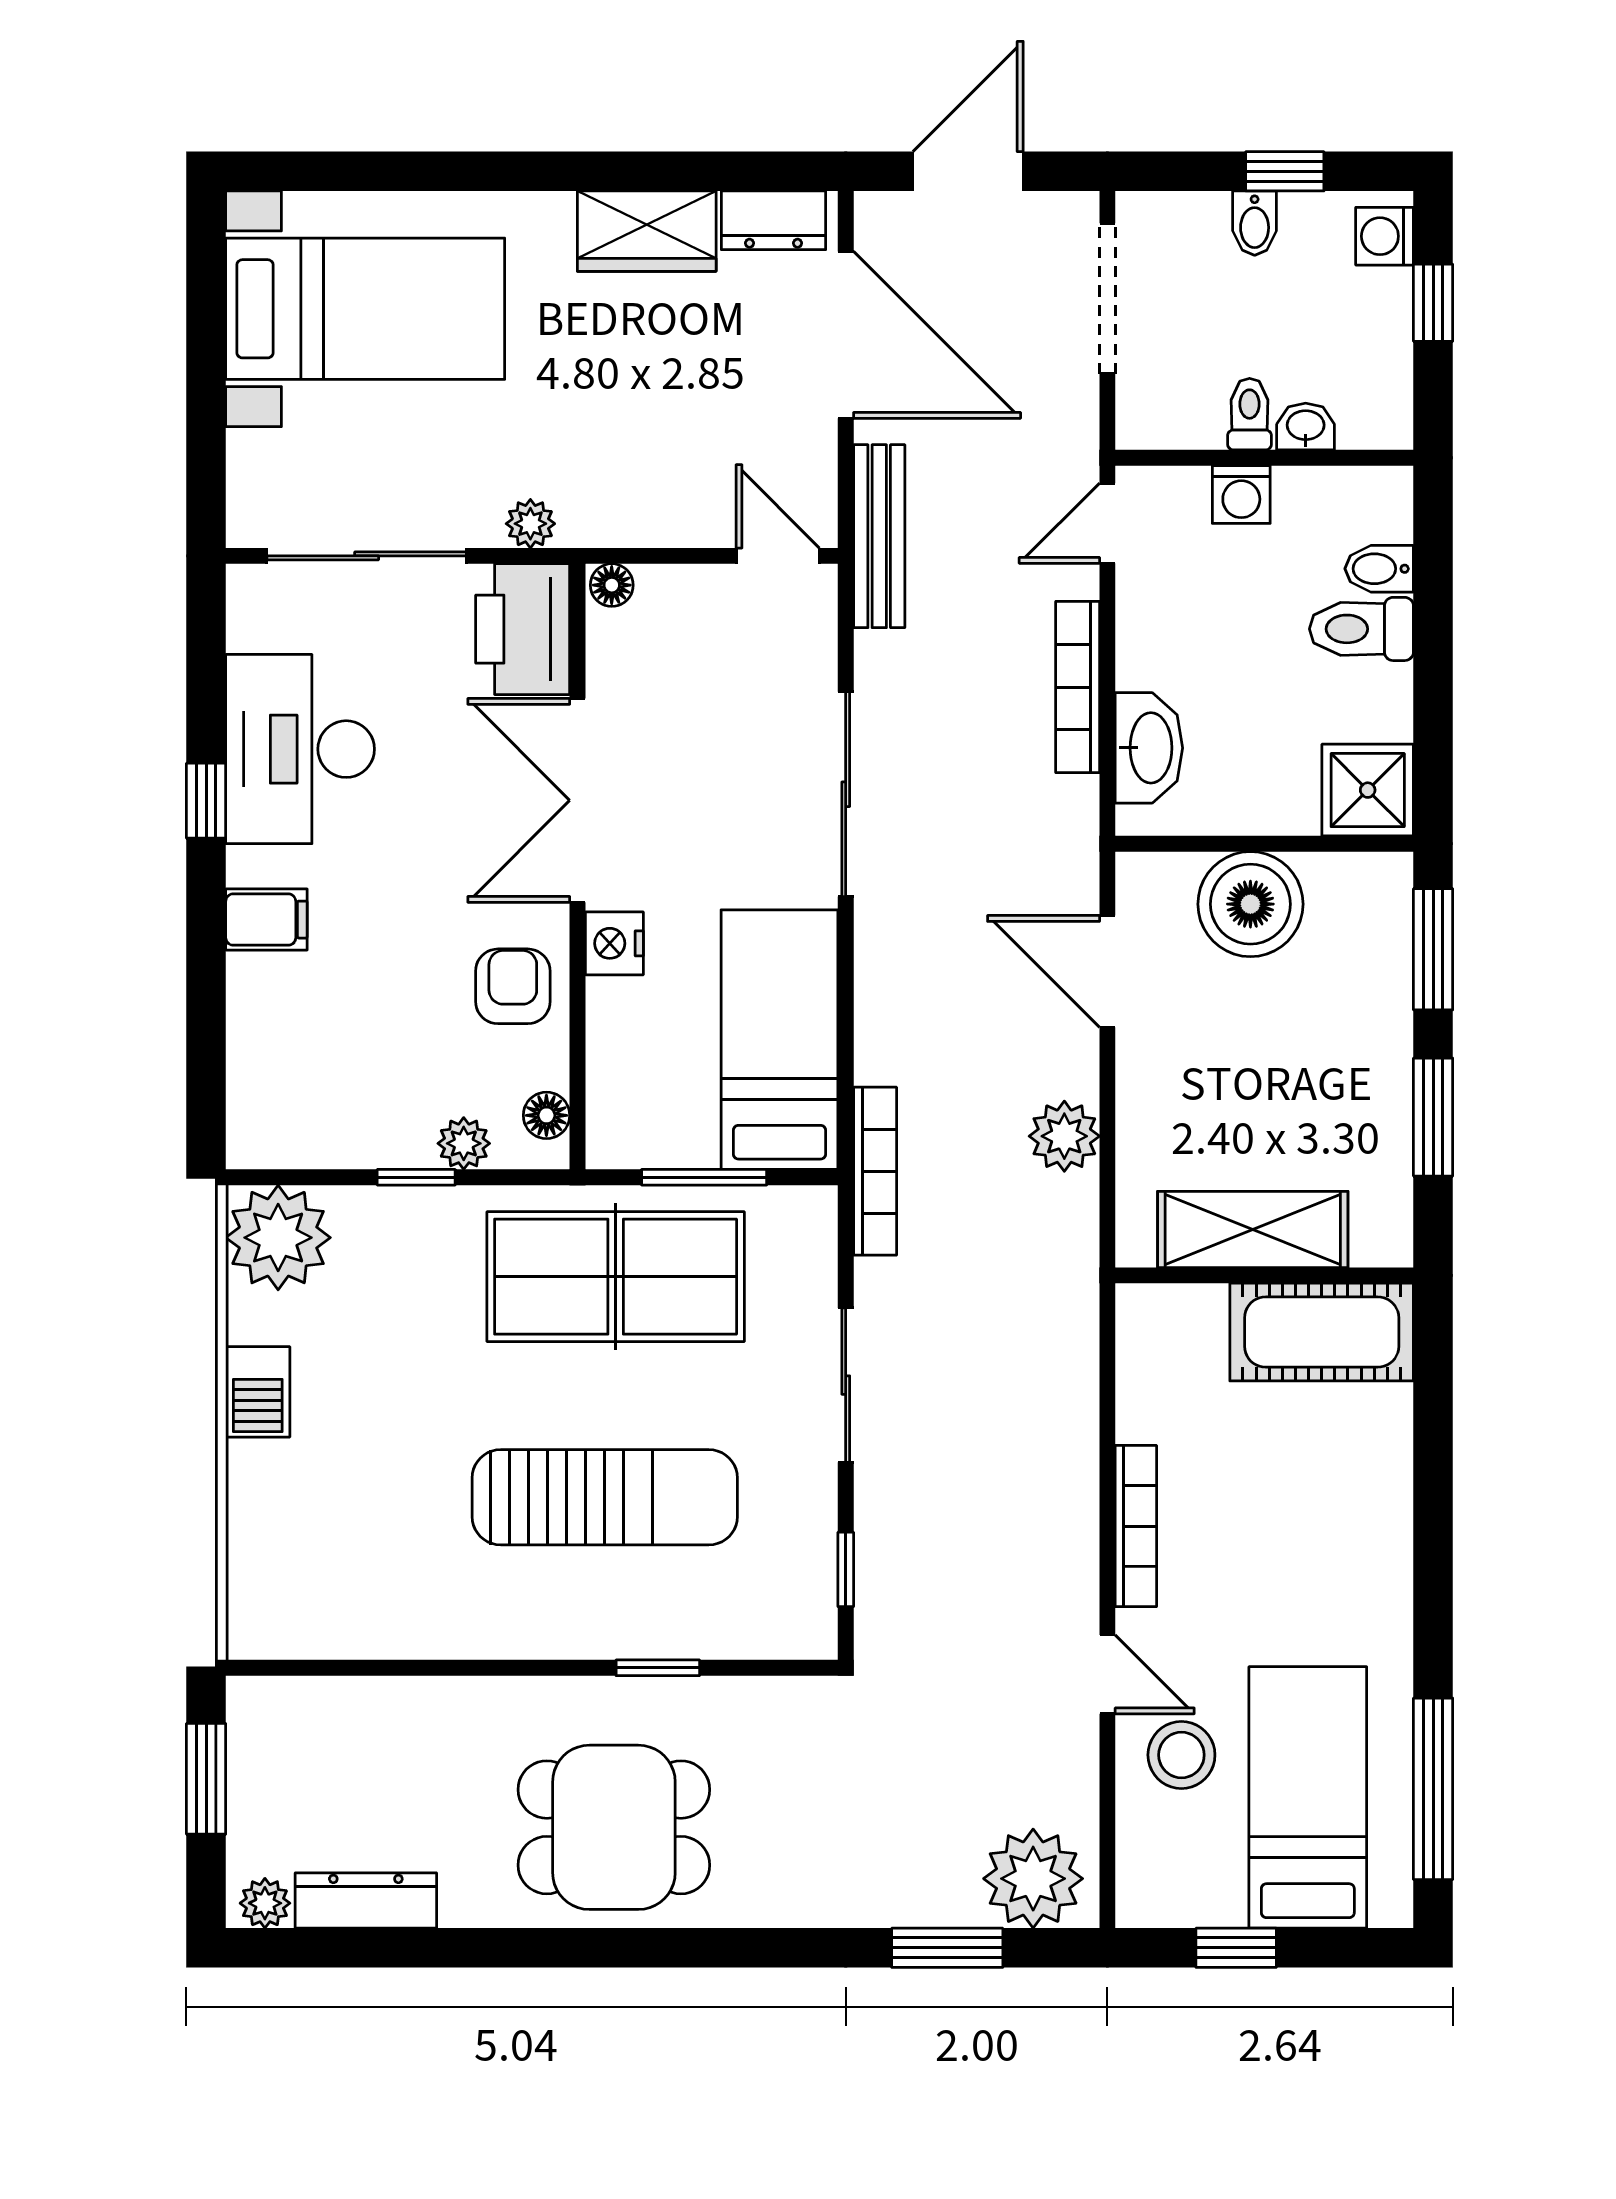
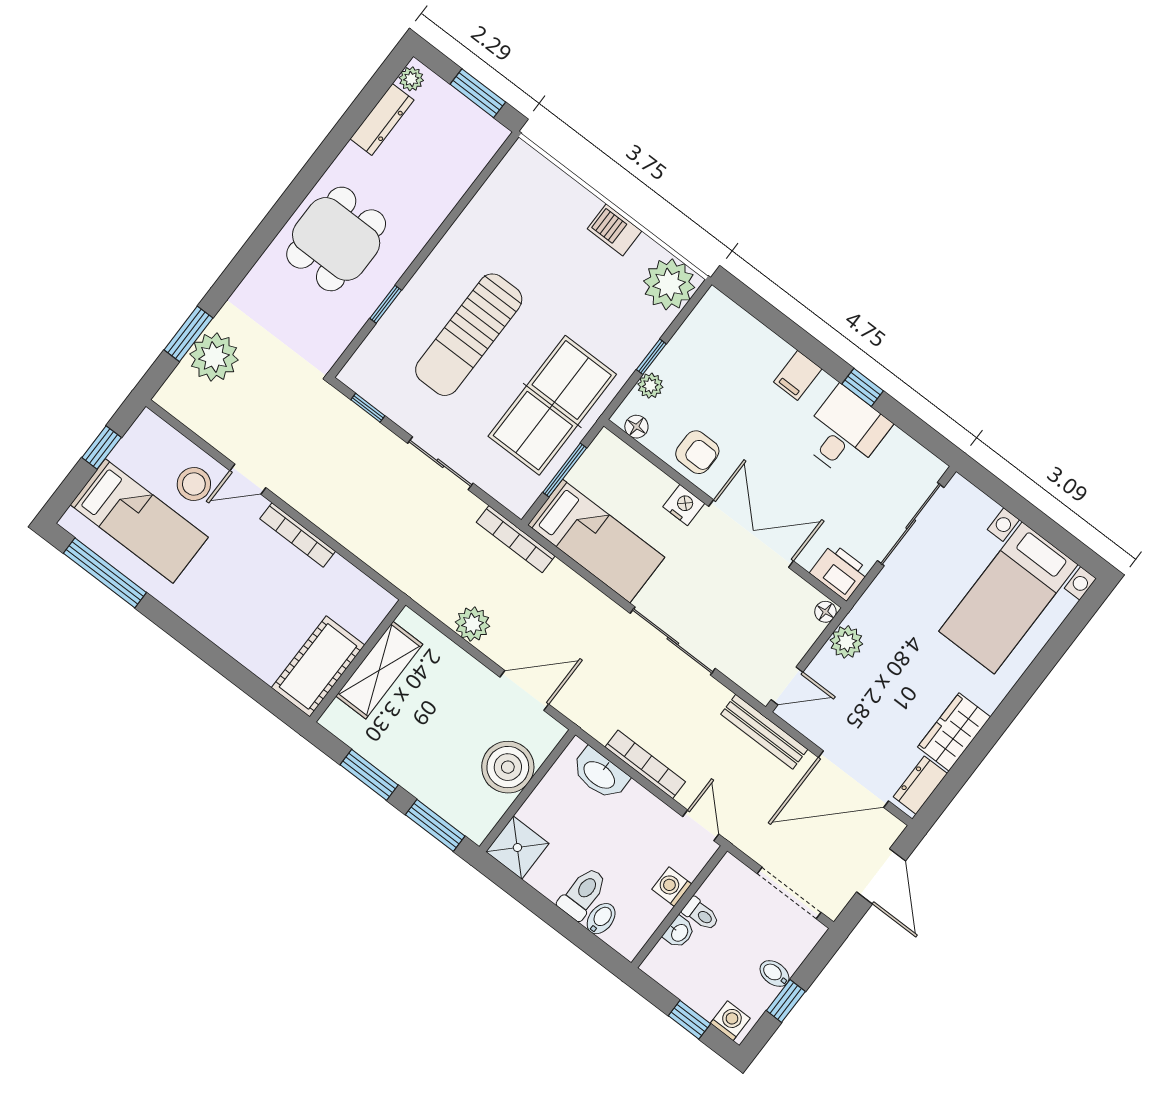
plant: (530, 524) -> (846, 642), moved, width x1.38, depth x1.38
printer: (523, 629) -> (840, 572), width x0.73, depth x0.84
desk: (300, 749) -> (845, 432), width x0.73
plant: (1033, 1879) -> (214, 357), moved

